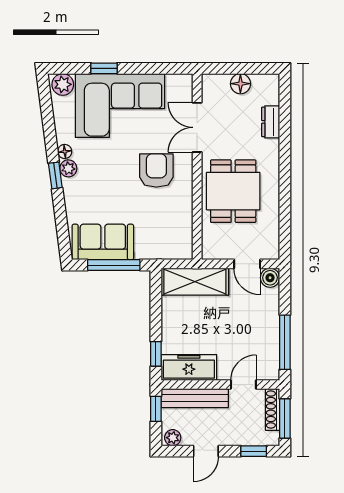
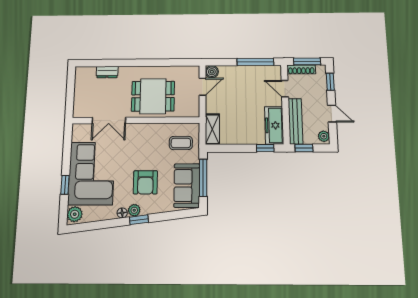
floor lamp: (240, 84) -> (81, 92), removed
armchair: (156, 170) -> (145, 182), moved, turned -90
coffee table: (164, 233) -> (181, 143), added
shelving: (195, 282) -> (212, 129), width x0.67, depth x0.75

